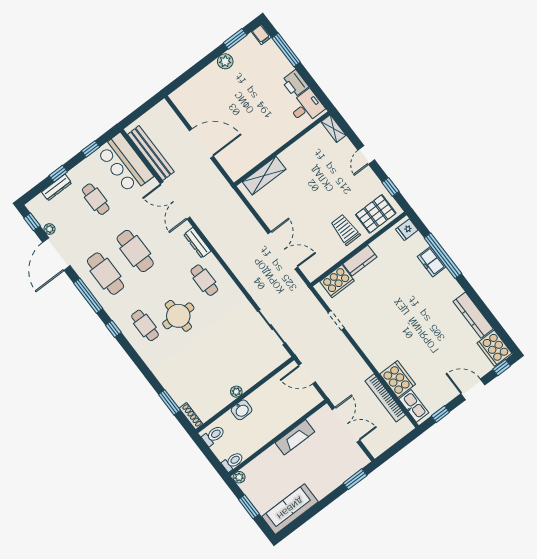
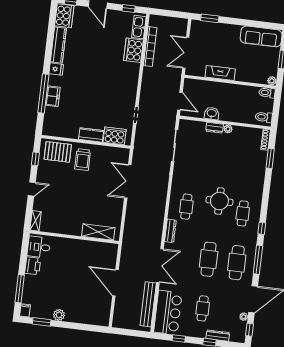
fridge: (407, 230) -> (56, 69), moved
dresser: (250, 381) -> (215, 128), added
washbasin: (242, 410) -> (212, 113), moved

